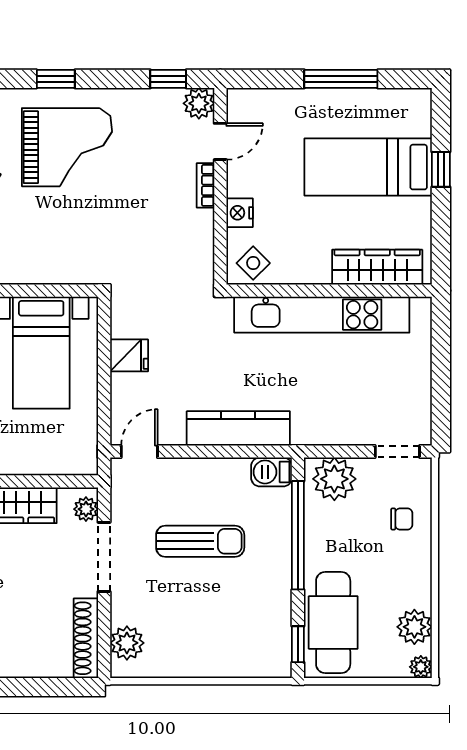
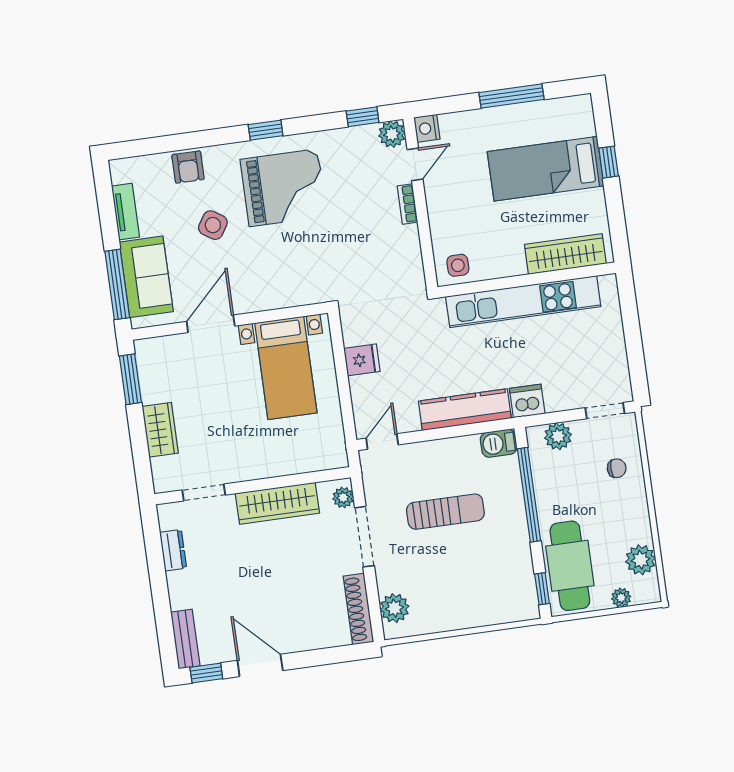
nightstand: (240, 213) -> (427, 128), moved
side table: (253, 263) -> (458, 265), turned 45
dishwasher: (311, 428) -> (527, 401), added
plant: (334, 479) -> (558, 436), width x0.73, depth x0.73
plant: (421, 667) -> (621, 598), moved

